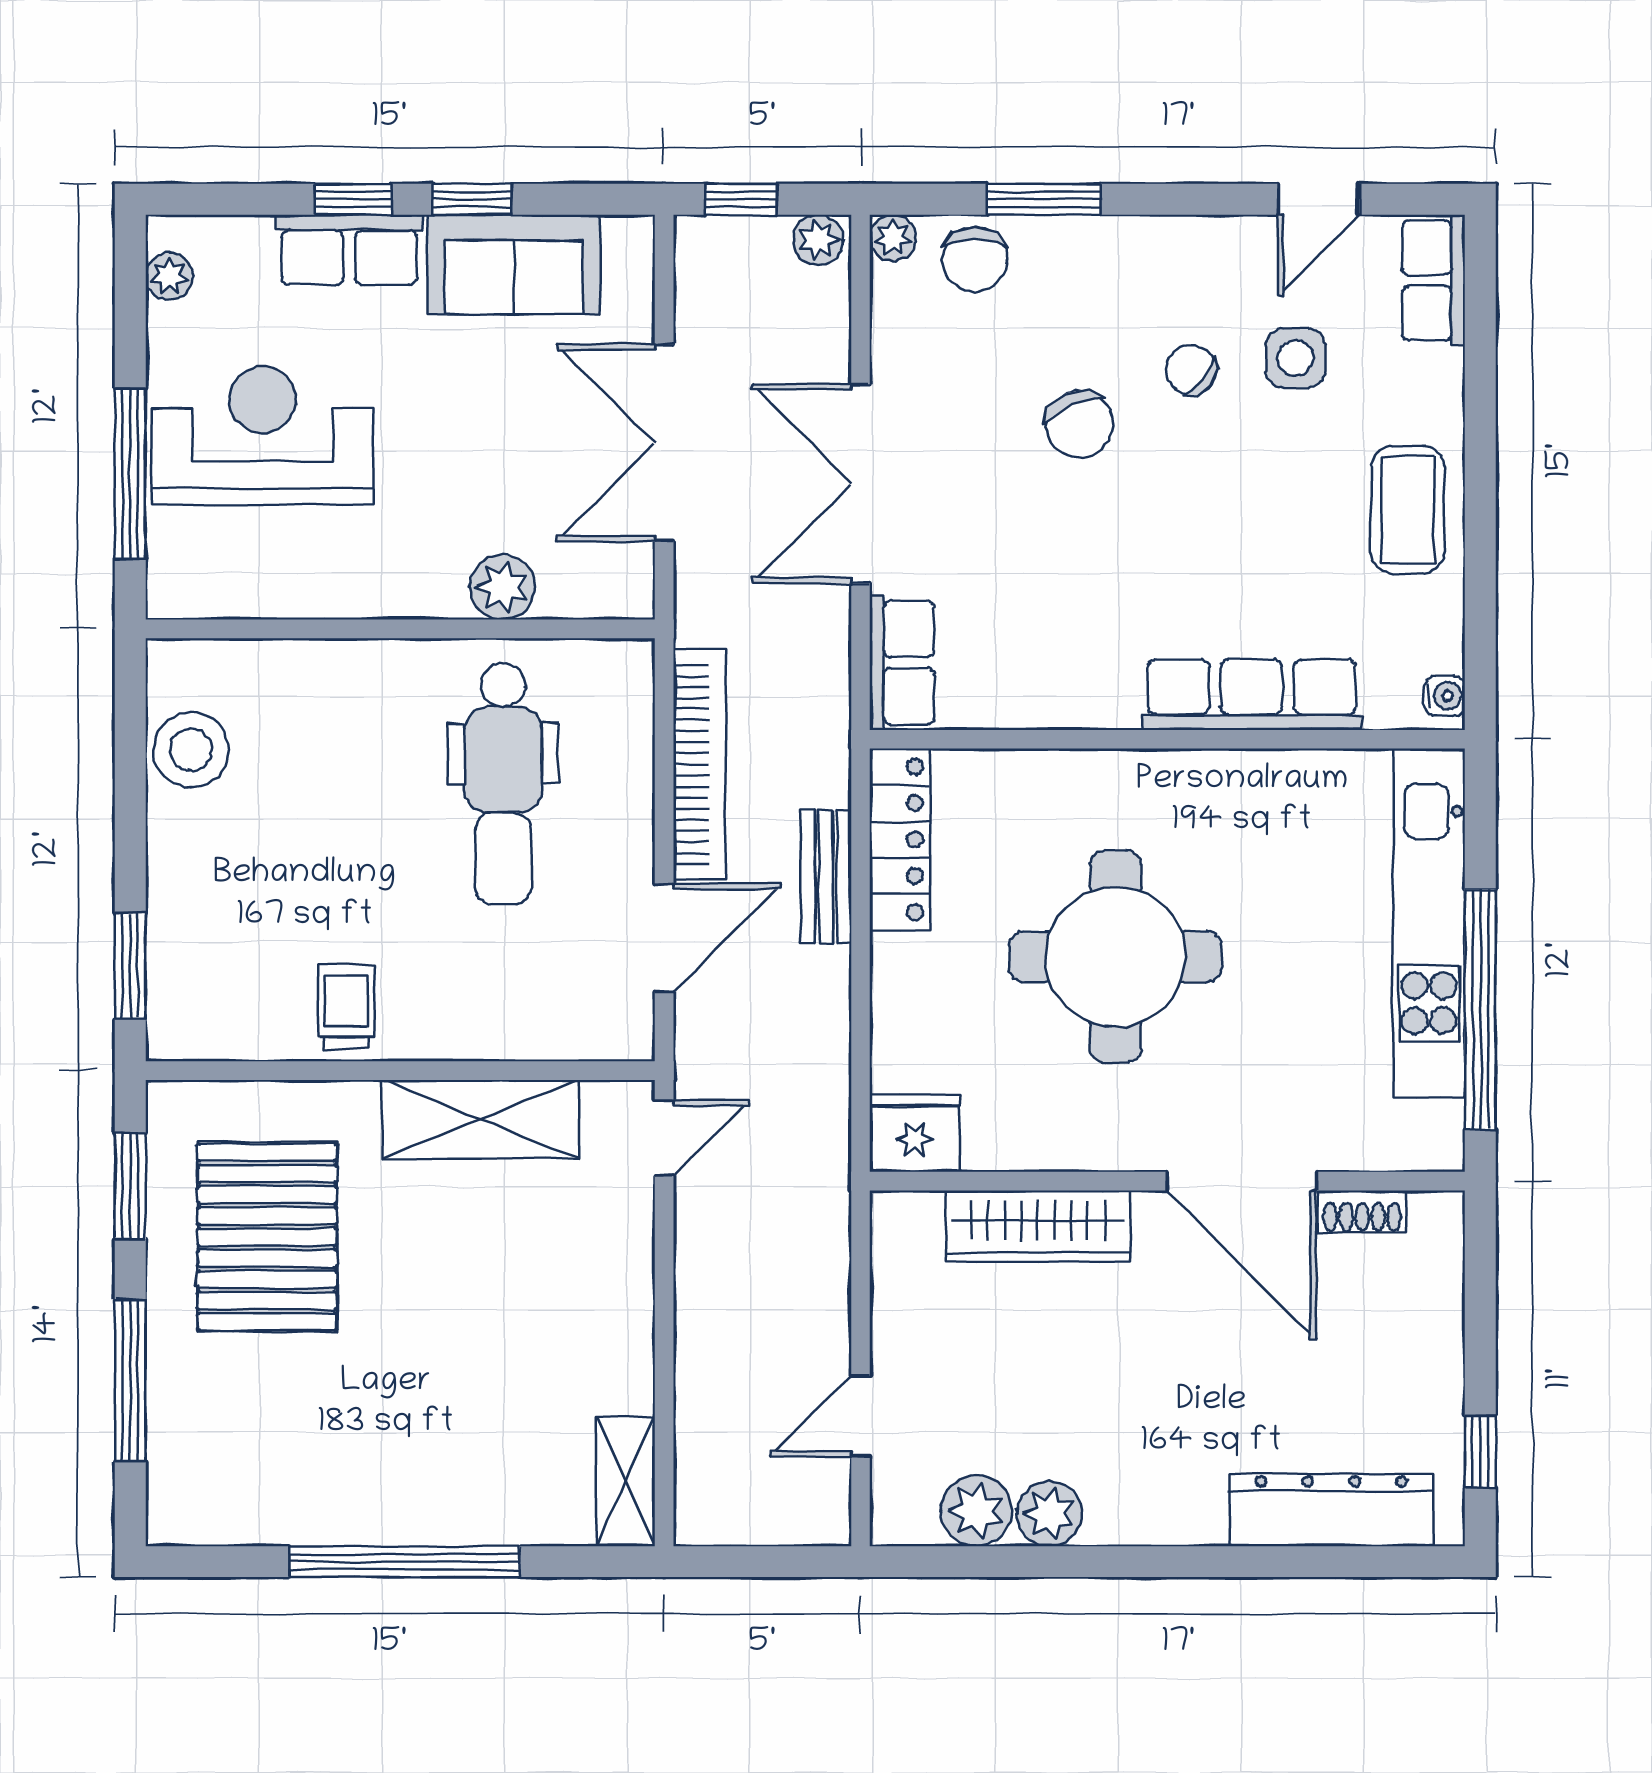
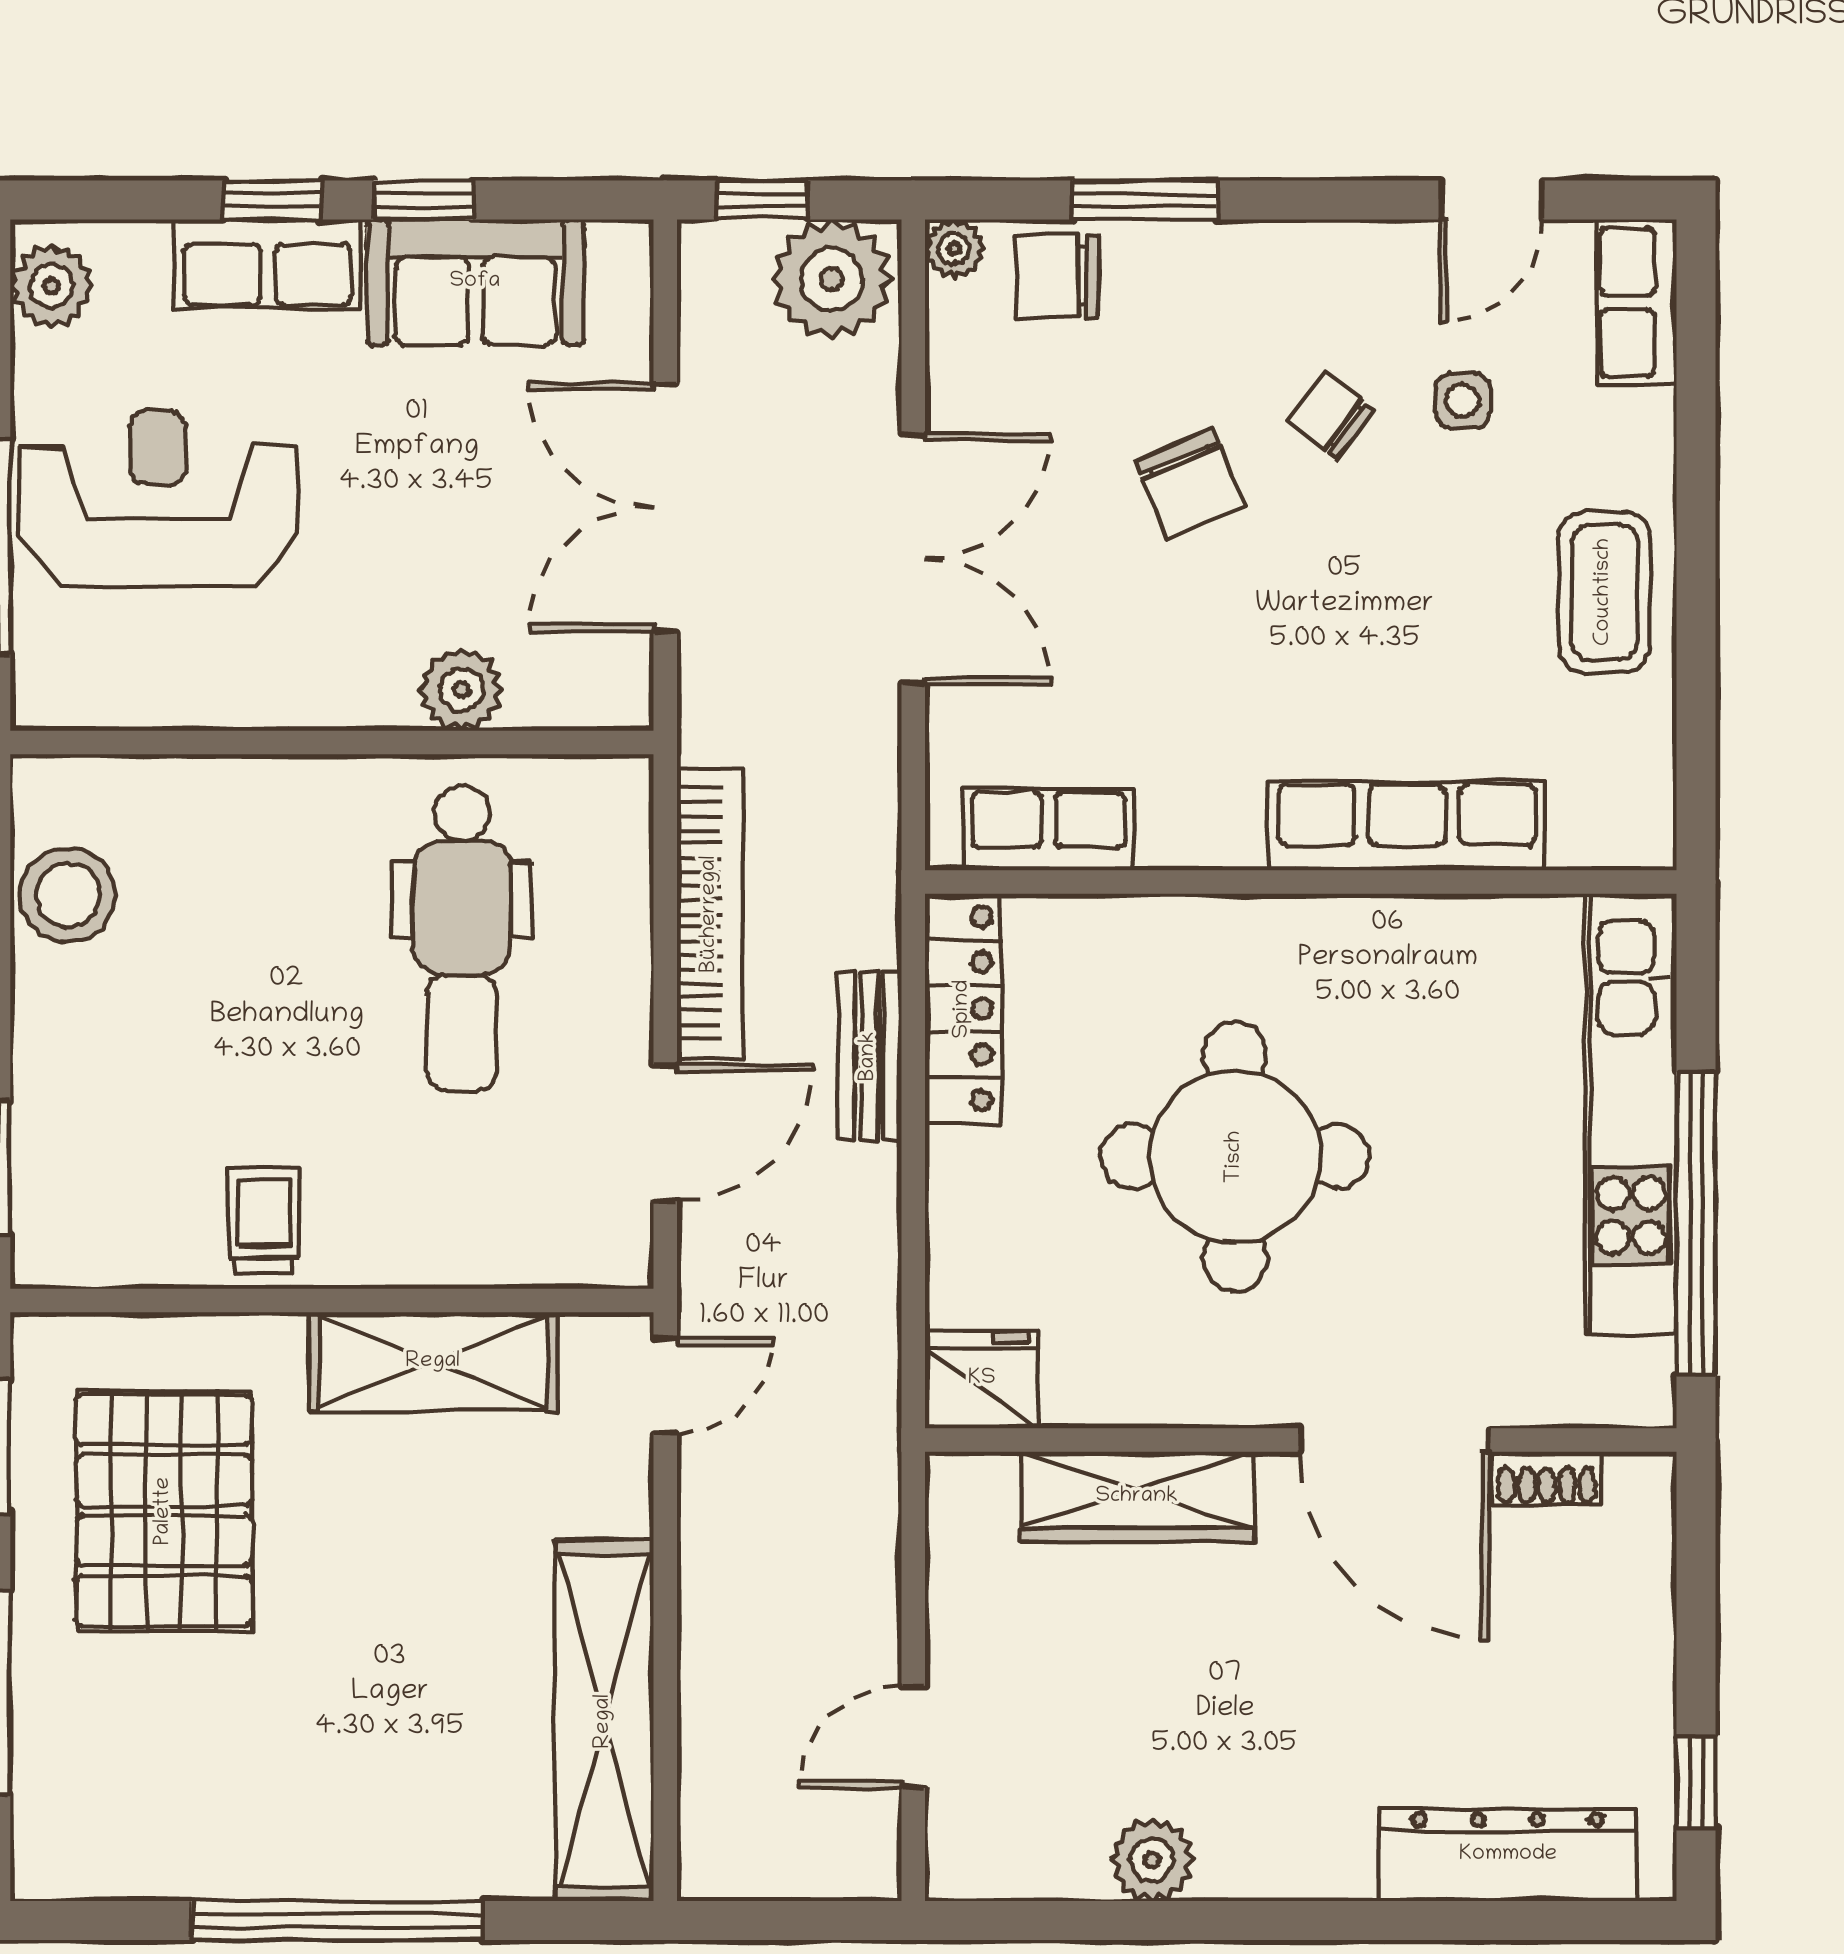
plant: (818, 240) -> (832, 279), width x1.87, depth x1.87
chair: (975, 259) -> (1057, 276), turned 90
plant: (169, 276) -> (51, 286), width x1.38, depth x1.38
side table: (1296, 358) -> (1463, 400), width x0.73, depth x0.73
double door: (860, 484) -> (913, 559), swing flipped
row of seats: (902, 663) -> (1048, 830), moved, turned -90
water cooler: (1445, 696) -> (1651, 827), removed
shelving: (626, 1481) -> (604, 1721), width x2.20, depth x1.33
plant: (976, 1511) -> (1060, 1856), removed

